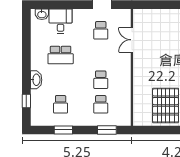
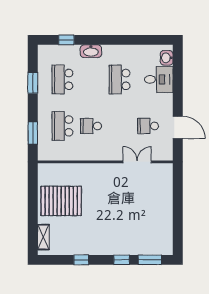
school desk: (61, 104) -> (62, 79), width x1.85
school desk: (101, 104) -> (62, 126), width x1.85

